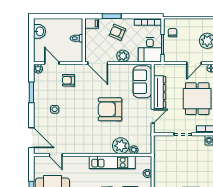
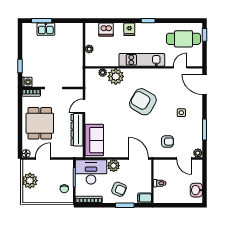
desk: (150, 50) -> (91, 172), width x1.37
armchair: (110, 109) -> (143, 102), moved, turned -150
door: (56, 155) -> (180, 67), hinge flipped
kitchen unit: (112, 163) -> (142, 60), moved

